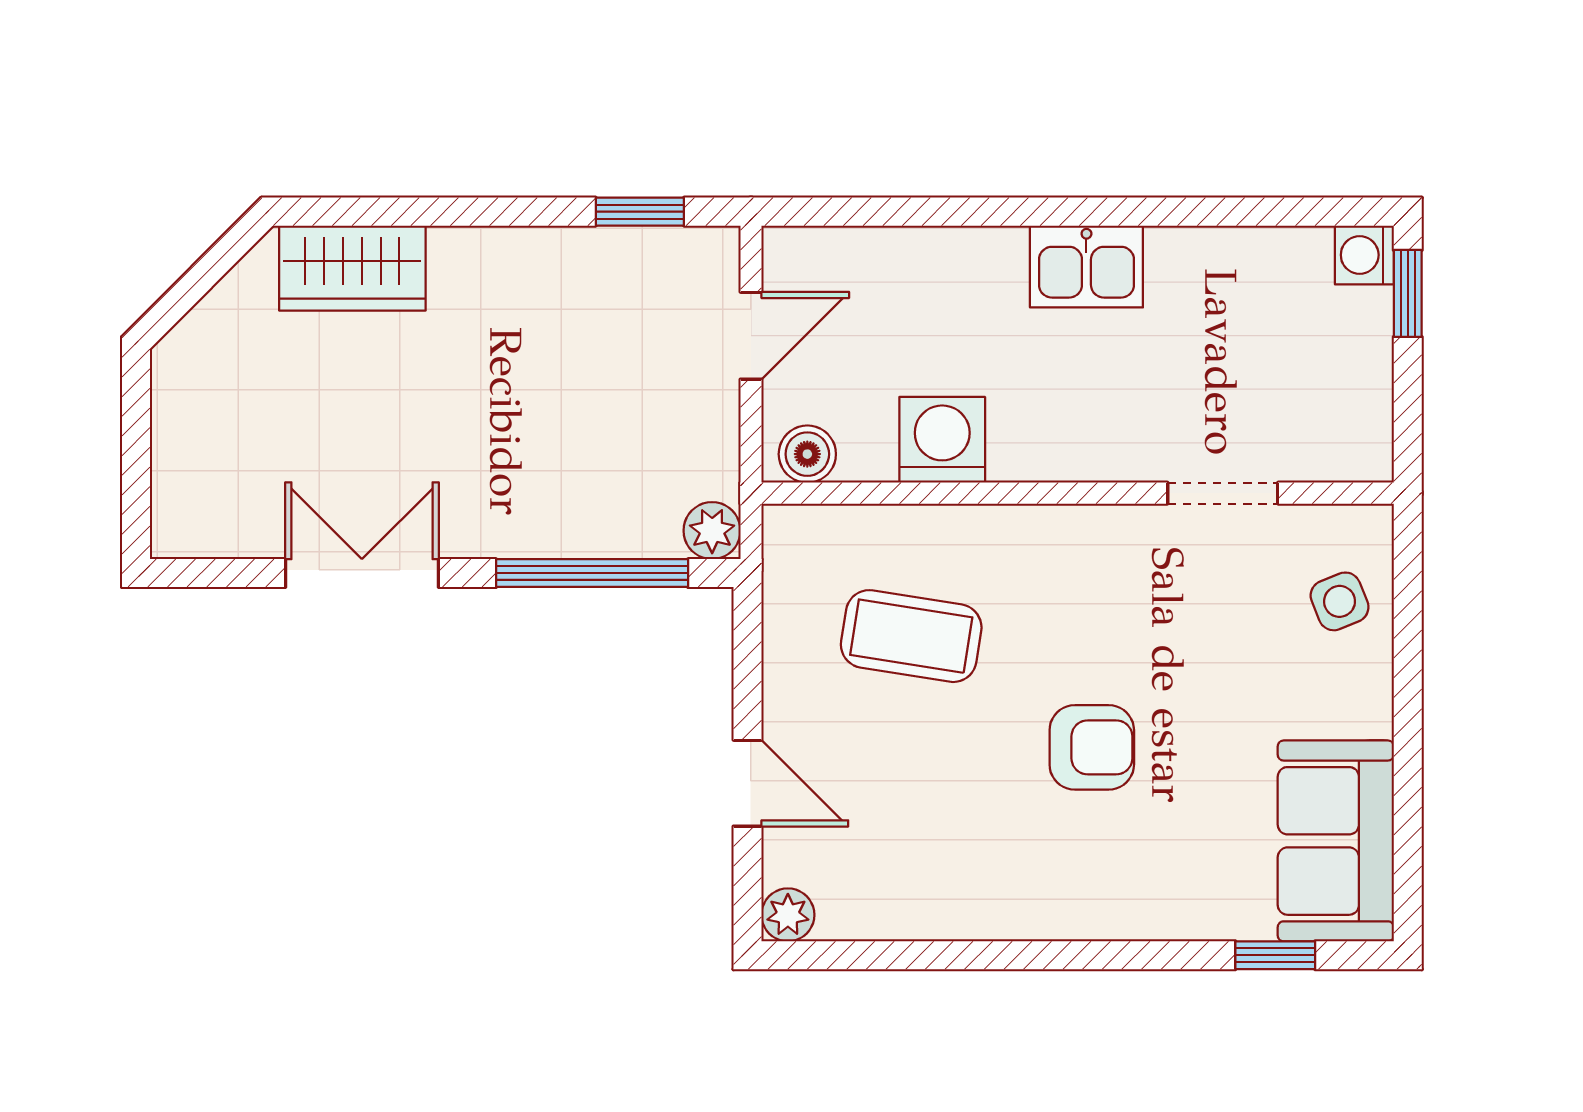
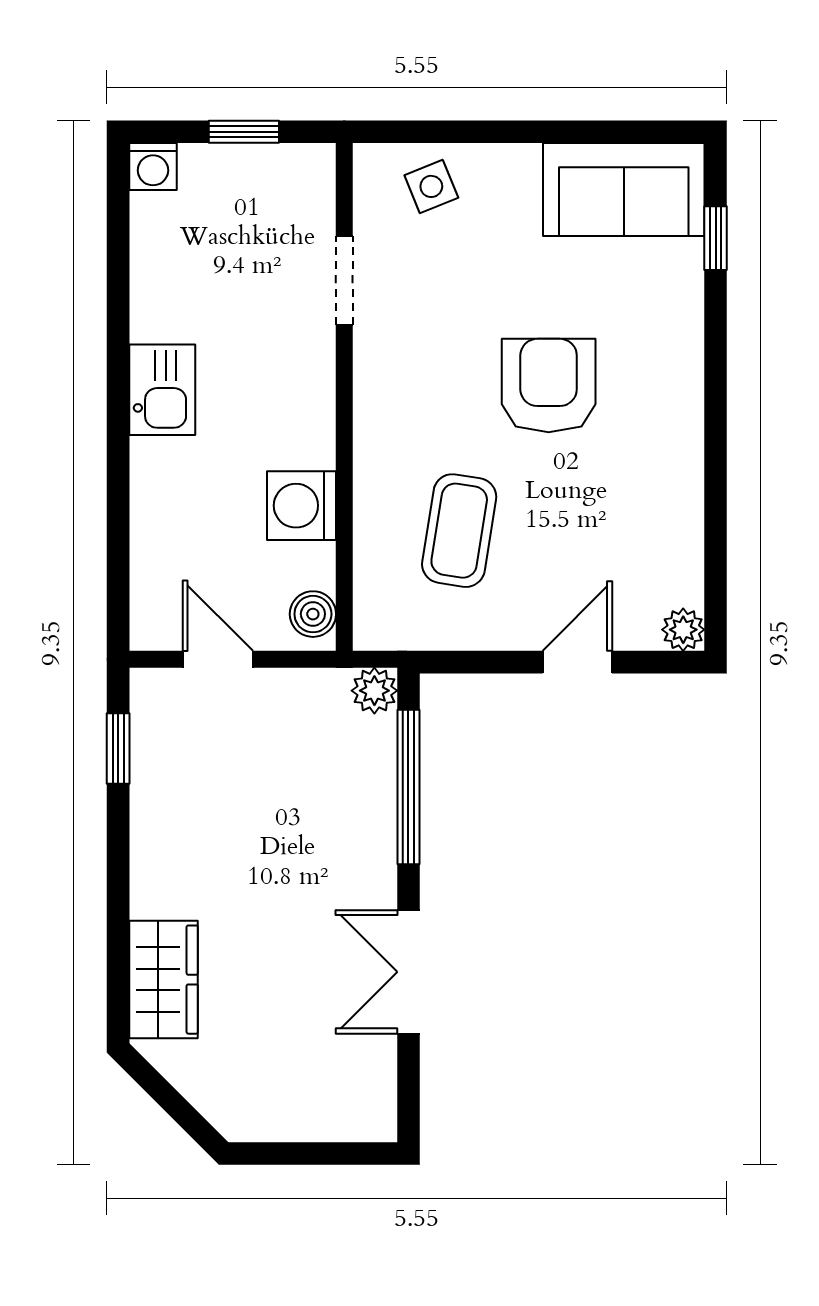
window: (1408, 293) -> (244, 132), moved
armchair: (1092, 747) -> (549, 386), width x1.38, depth x1.38

